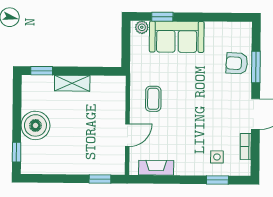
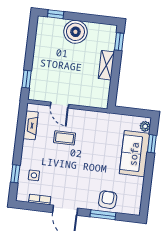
coffee table: (153, 99) -> (65, 138), moved

